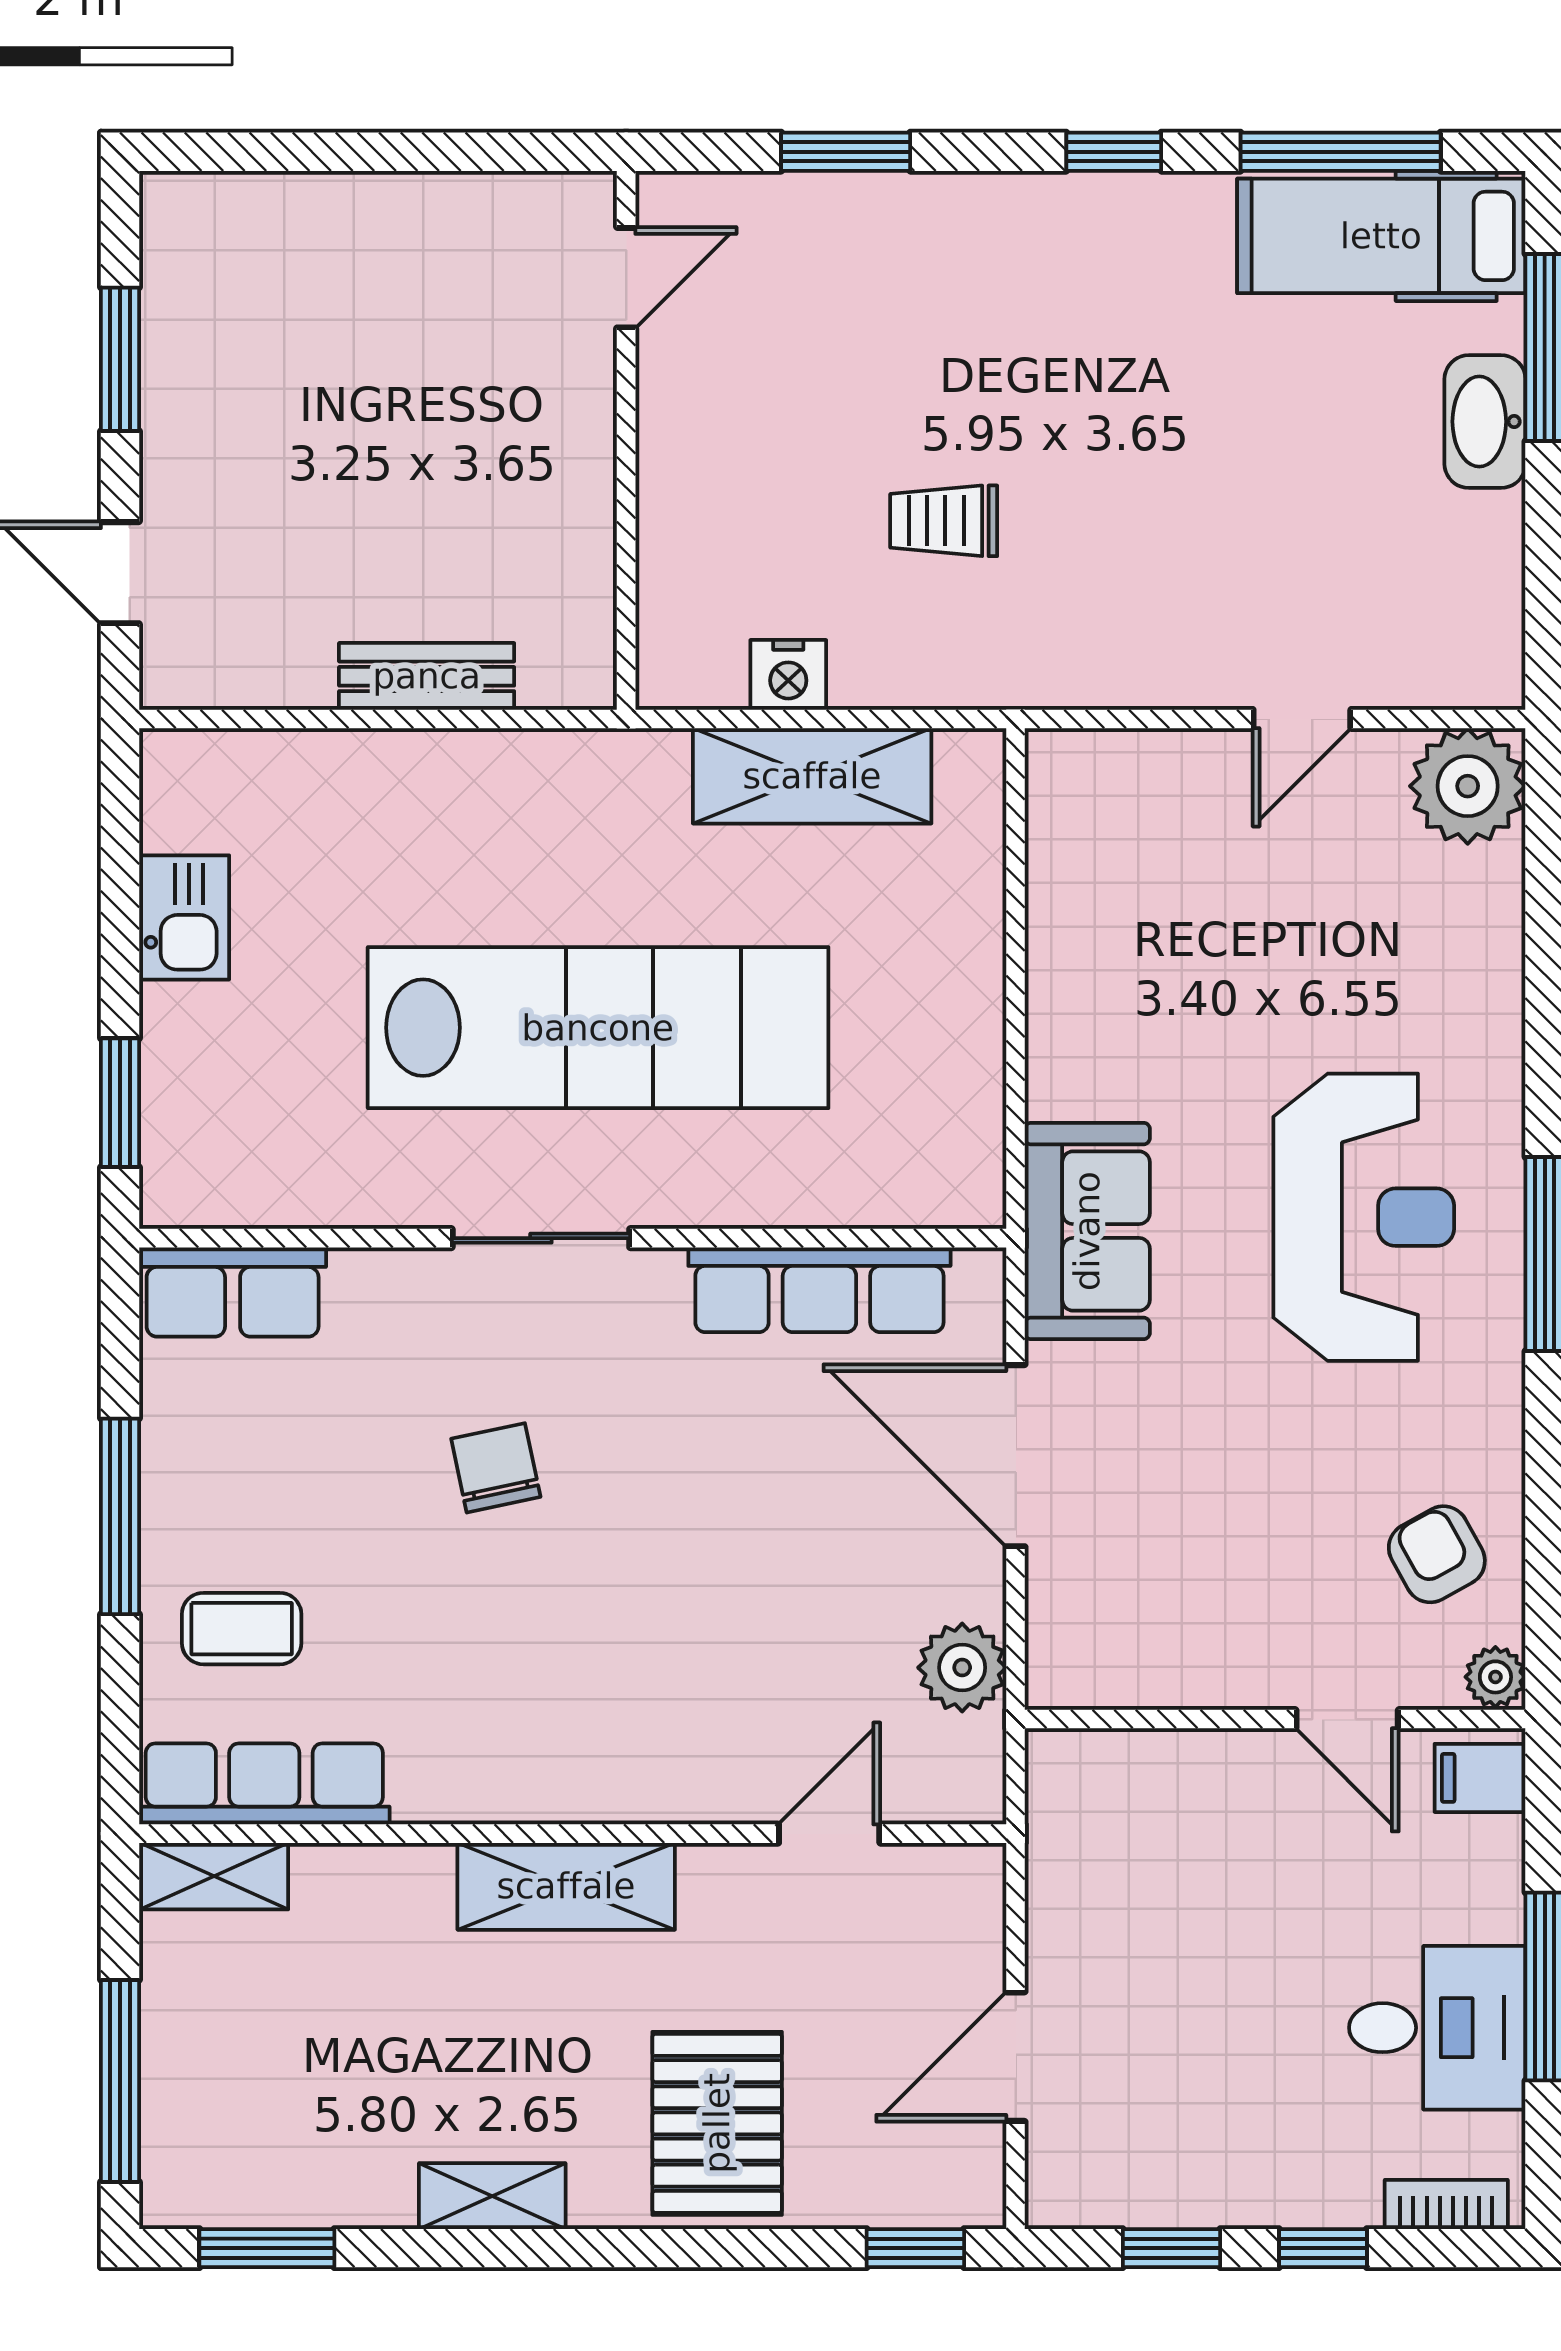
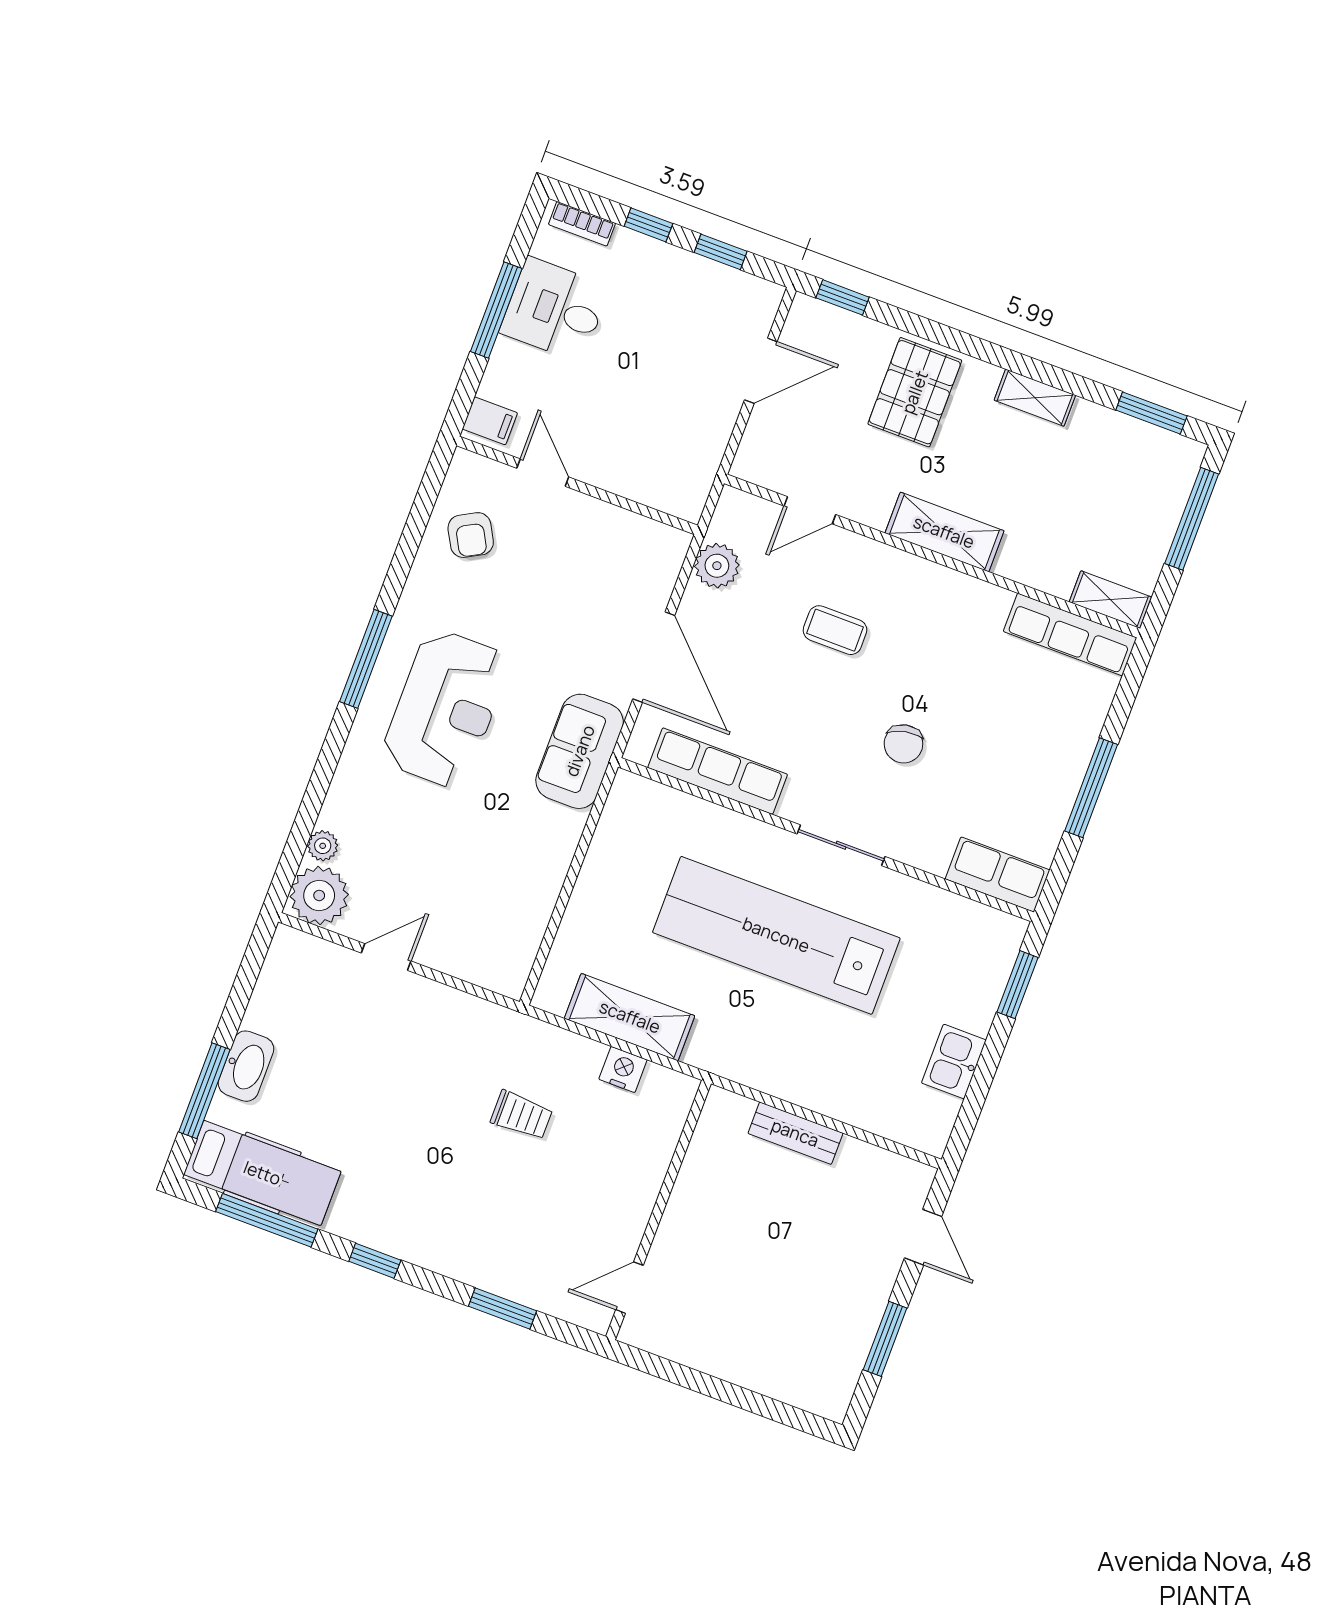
reception desk: (1364, 1217) -> (445, 709), turned 180
coffee table: (242, 1629) -> (835, 630), moved
plant: (1495, 1677) -> (323, 846), moved

